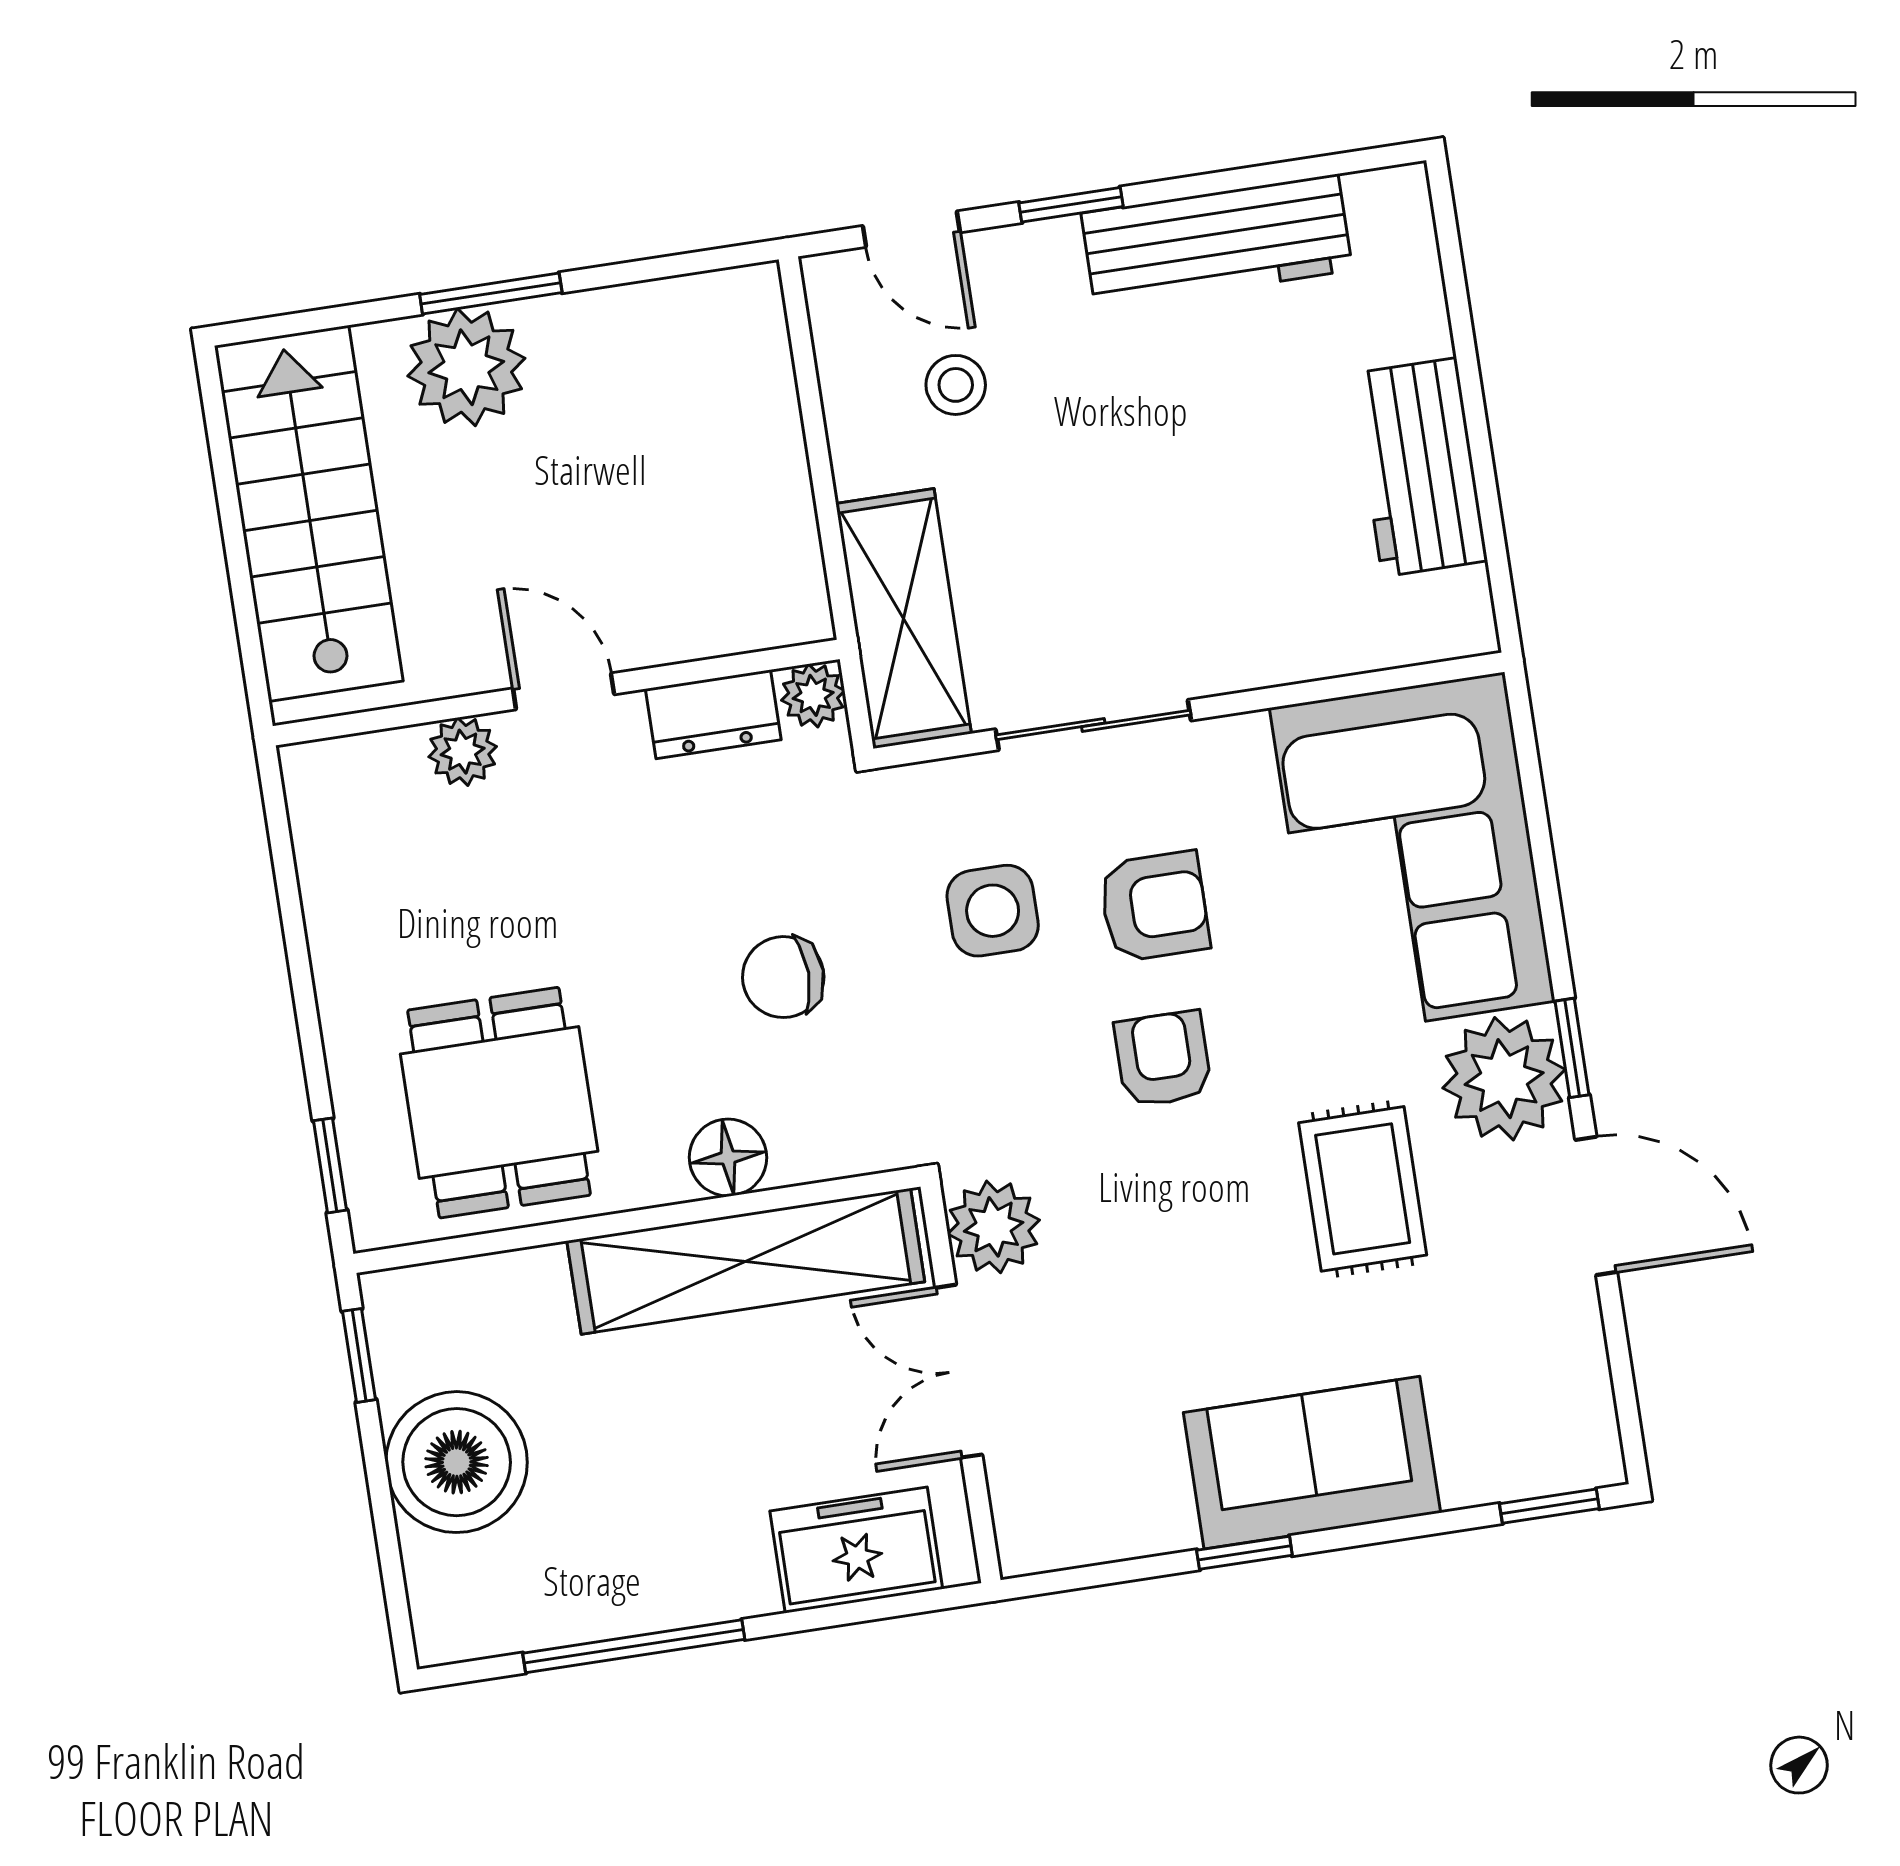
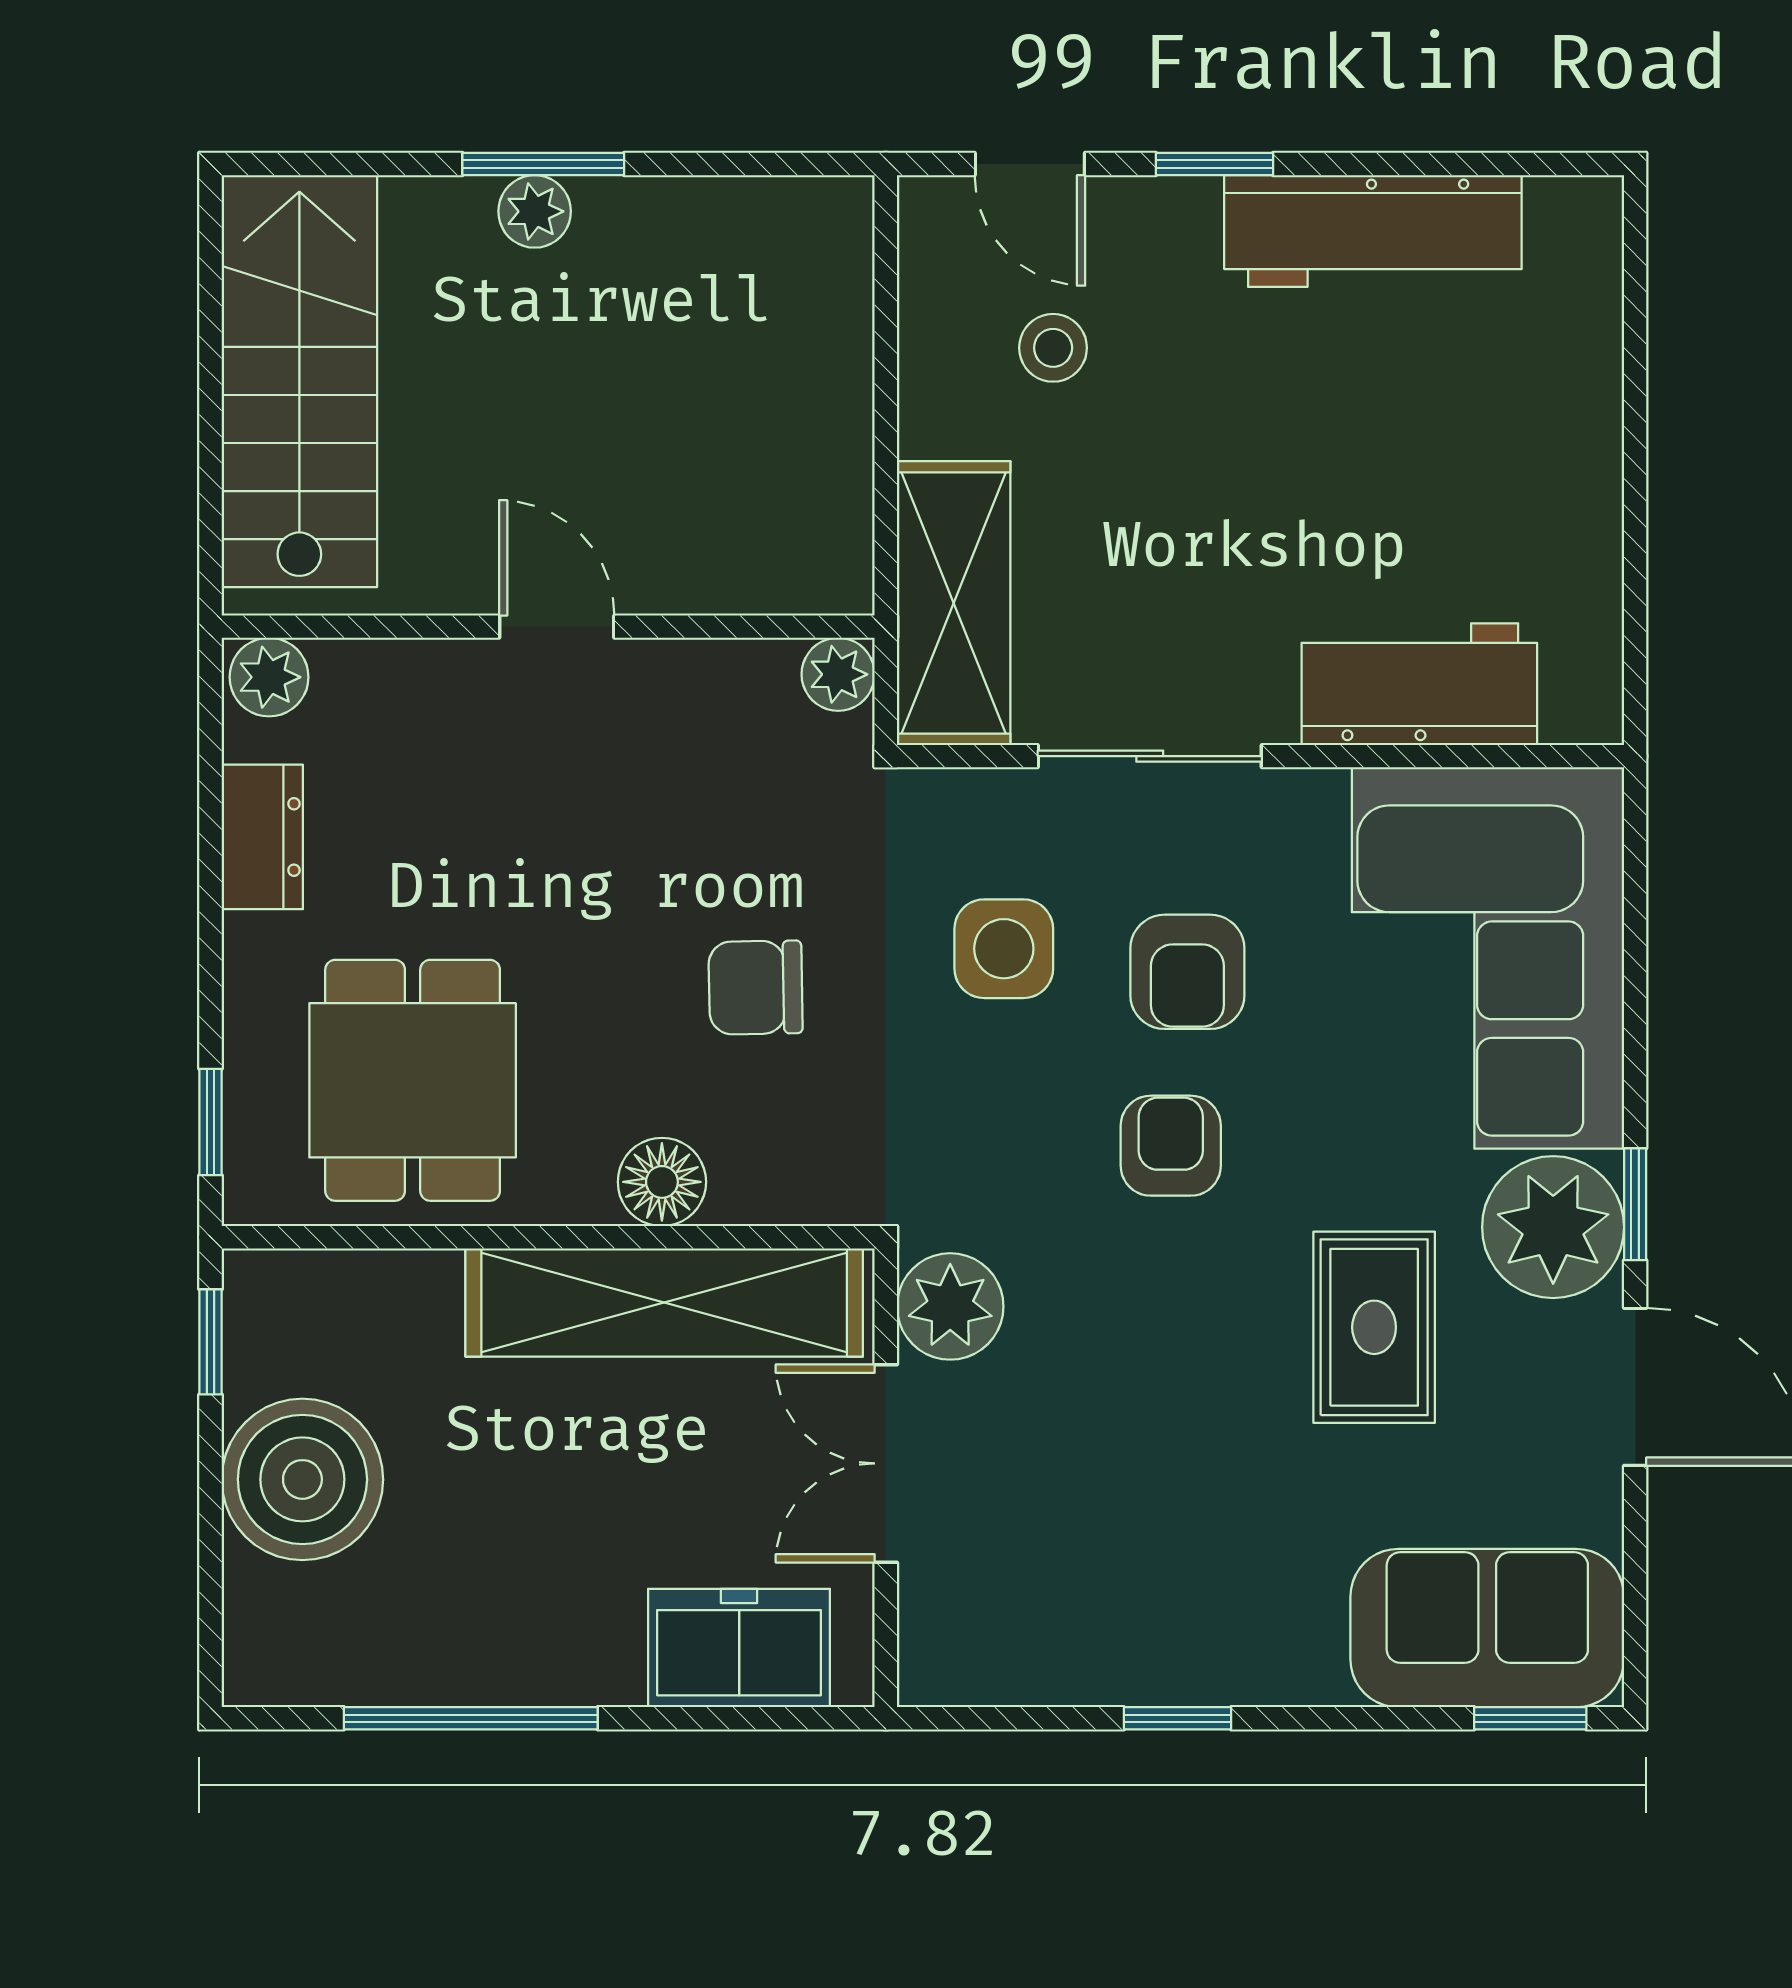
plant: (466, 367) -> (535, 211), width x0.53, depth x0.53
workbench: (1420, 467) -> (1419, 684), moved, turned 90
dresser: (713, 714) -> (262, 837), moved, turned -90
plant: (463, 752) -> (269, 677), moved
armchair: (1154, 906) -> (1187, 972), turned 90
sofa: (1312, 1463) -> (1487, 1628), moved

